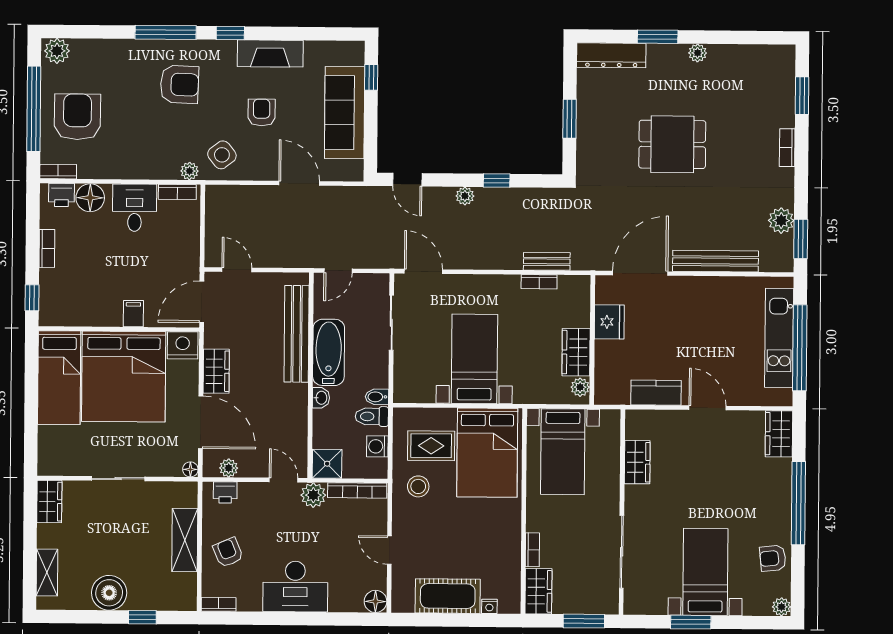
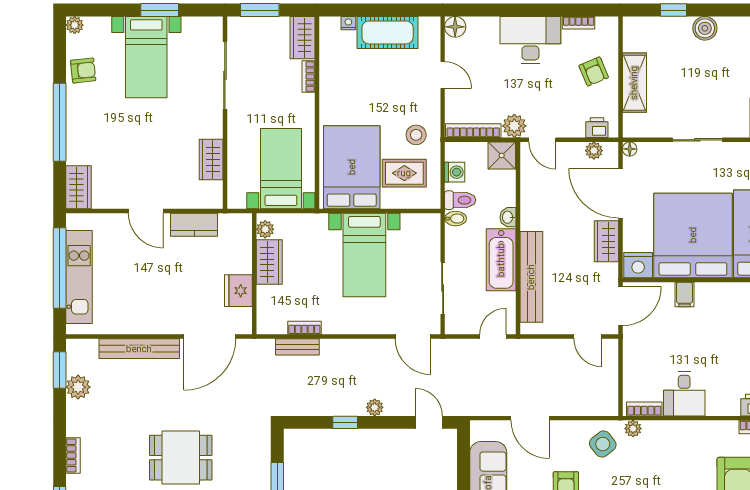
floor lamp: (90, 198) -> (726, 403), removed
boiler: (109, 593) -> (705, 28), width x0.73, depth x0.73
bookcase: (219, 604) -> (579, 23), moved

